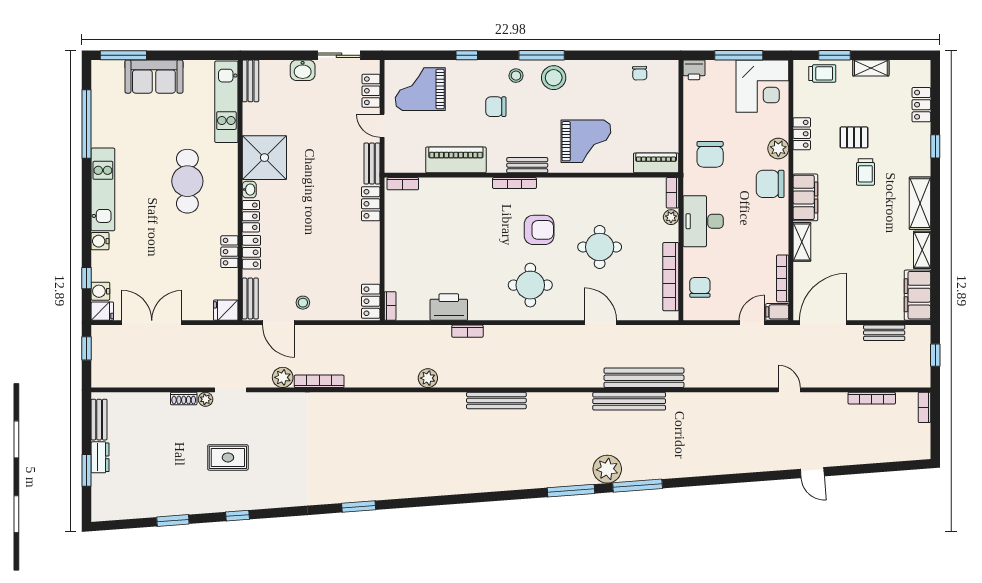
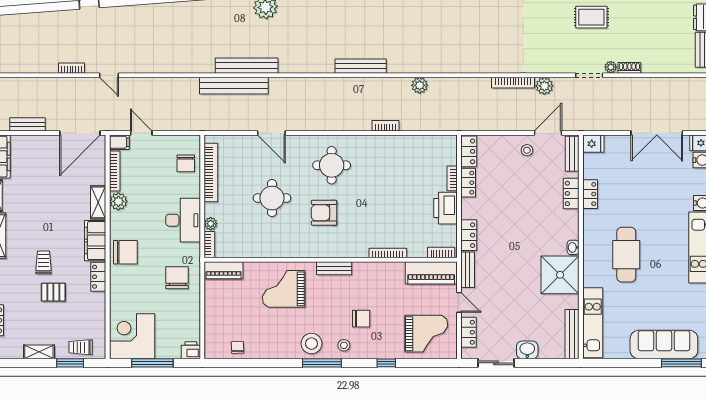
sofa: (154, 77) -> (664, 344), width x1.36
bench: (250, 81) -> (572, 334), width x1.36
locker: (802, 134) -> (98, 277), moved
plant: (778, 148) -> (118, 201), moved
piano: (456, 160) -> (431, 273), moved
bookcase: (514, 183) -> (388, 253), moved
locker: (251, 216) -> (468, 183), moved, turned 180
bookcase: (390, 306) -> (452, 178), moved
printer: (449, 307) -> (446, 208), moved, turned 90
door: (279, 323) -> (548, 133), hinge flipped
door: (752, 323) -> (141, 133), swing flipped
bookcase: (872, 398) -> (72, 68), moved, width x0.64

